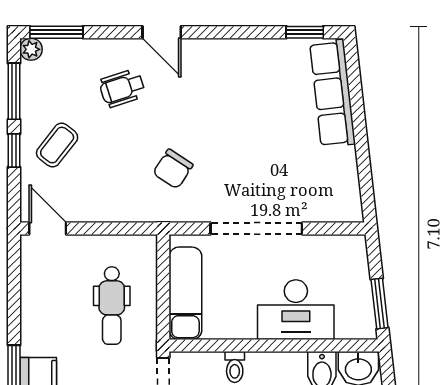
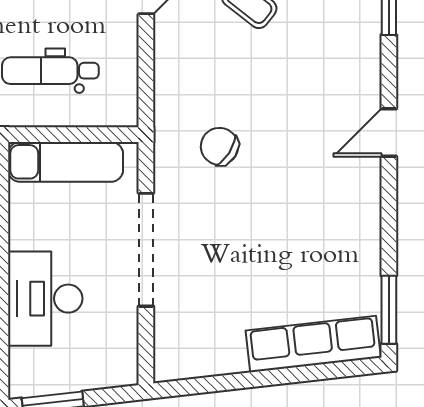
window: (305, 32) -> (389, 310), width x1.50
wheelchair: (122, 88) -> (320, 84), removed

